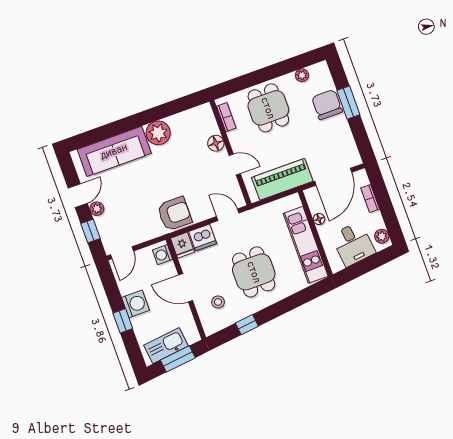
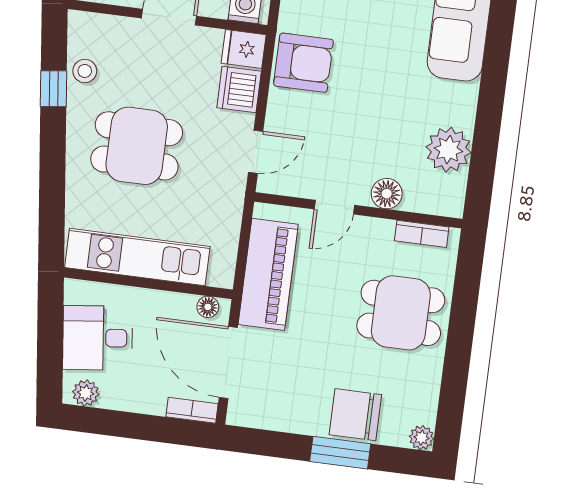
plant: (302, 75) -> (422, 438), moved
chair: (327, 105) -> (355, 415), turned 180
plant: (158, 133) -> (448, 150), moved
bookcase: (370, 199) -> (192, 410), moved
armchair: (175, 214) -> (303, 63), turned -90
floor lamp: (319, 219) -> (208, 307), moved
stool: (218, 302) -> (85, 71), moved

